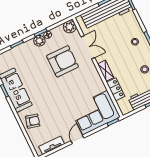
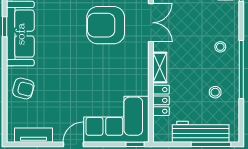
armchair: (62, 61) -> (106, 25), turned 180

